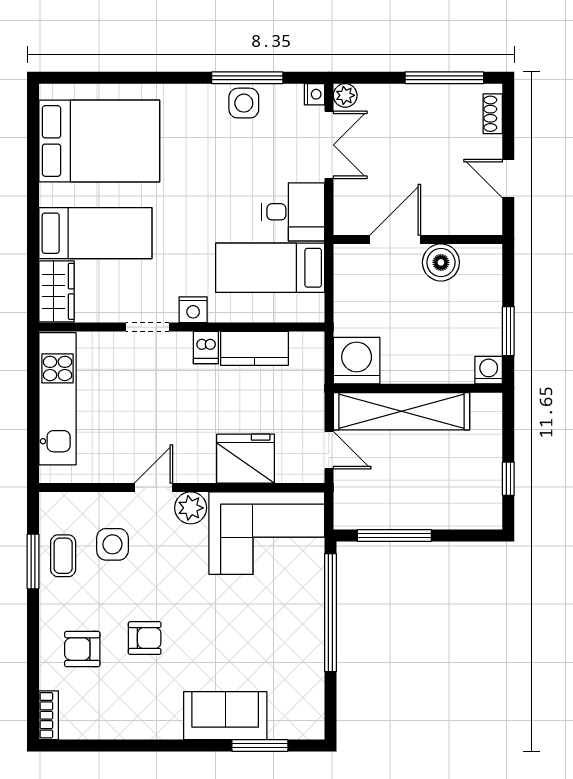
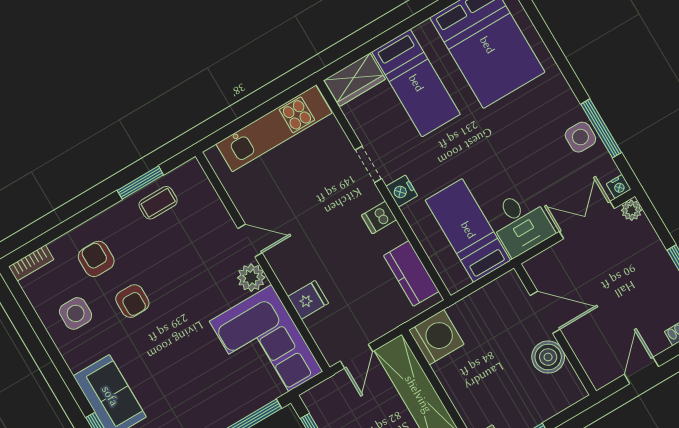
double door: (329, 145) -> (587, 220), swing flipped
kitchen counter: (254, 348) -> (411, 273), moved
fridge: (246, 459) -> (308, 300), width x0.53, depth x0.75
side table: (112, 544) -> (76, 313), moved

